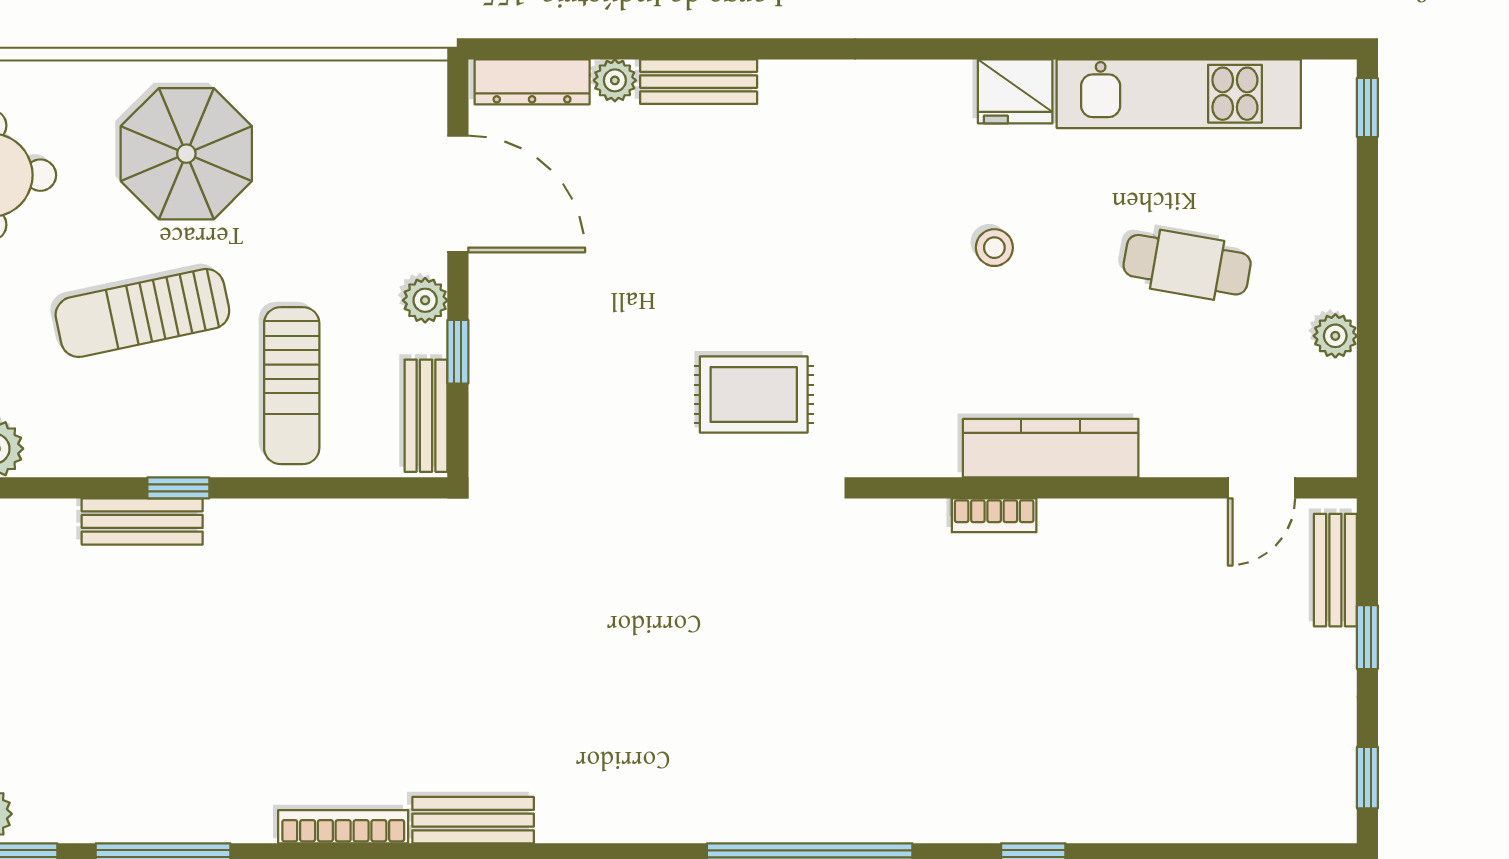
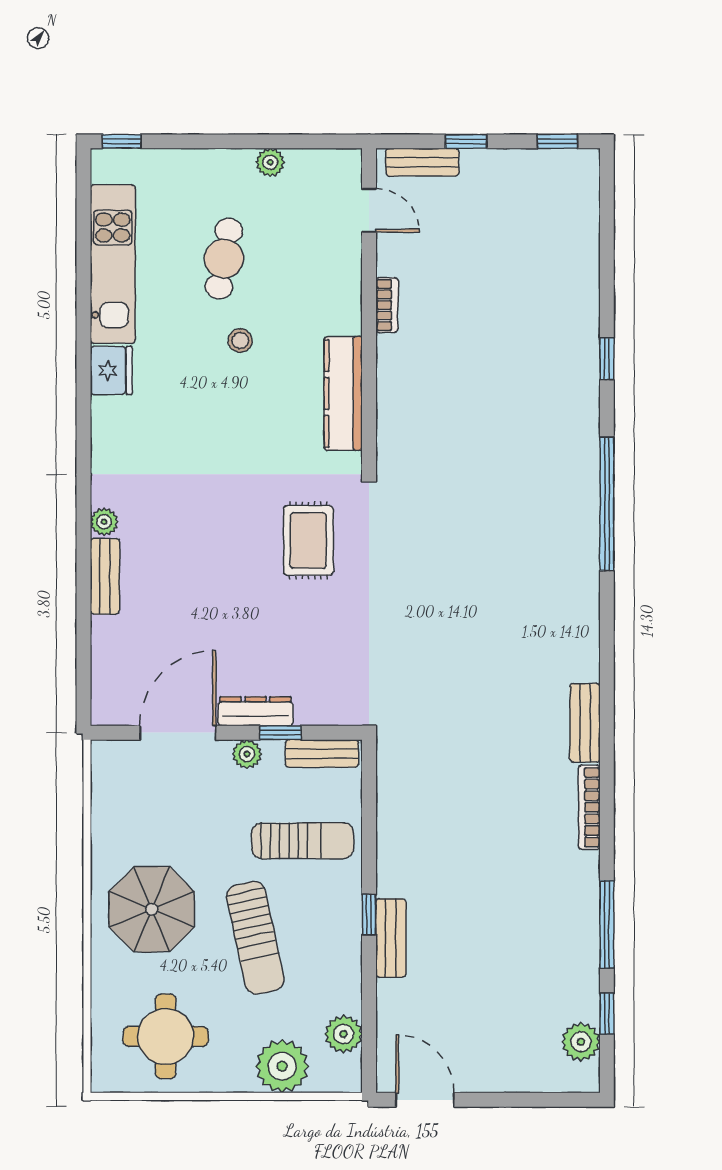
plant: (615, 80) -> (104, 522), moved
dresser: (532, 82) -> (255, 711), moved, turned -90
stool: (994, 248) -> (240, 341), moved
kitchen counter: (1051, 448) -> (343, 393), moved
bookcase: (994, 515) -> (387, 305), moved

